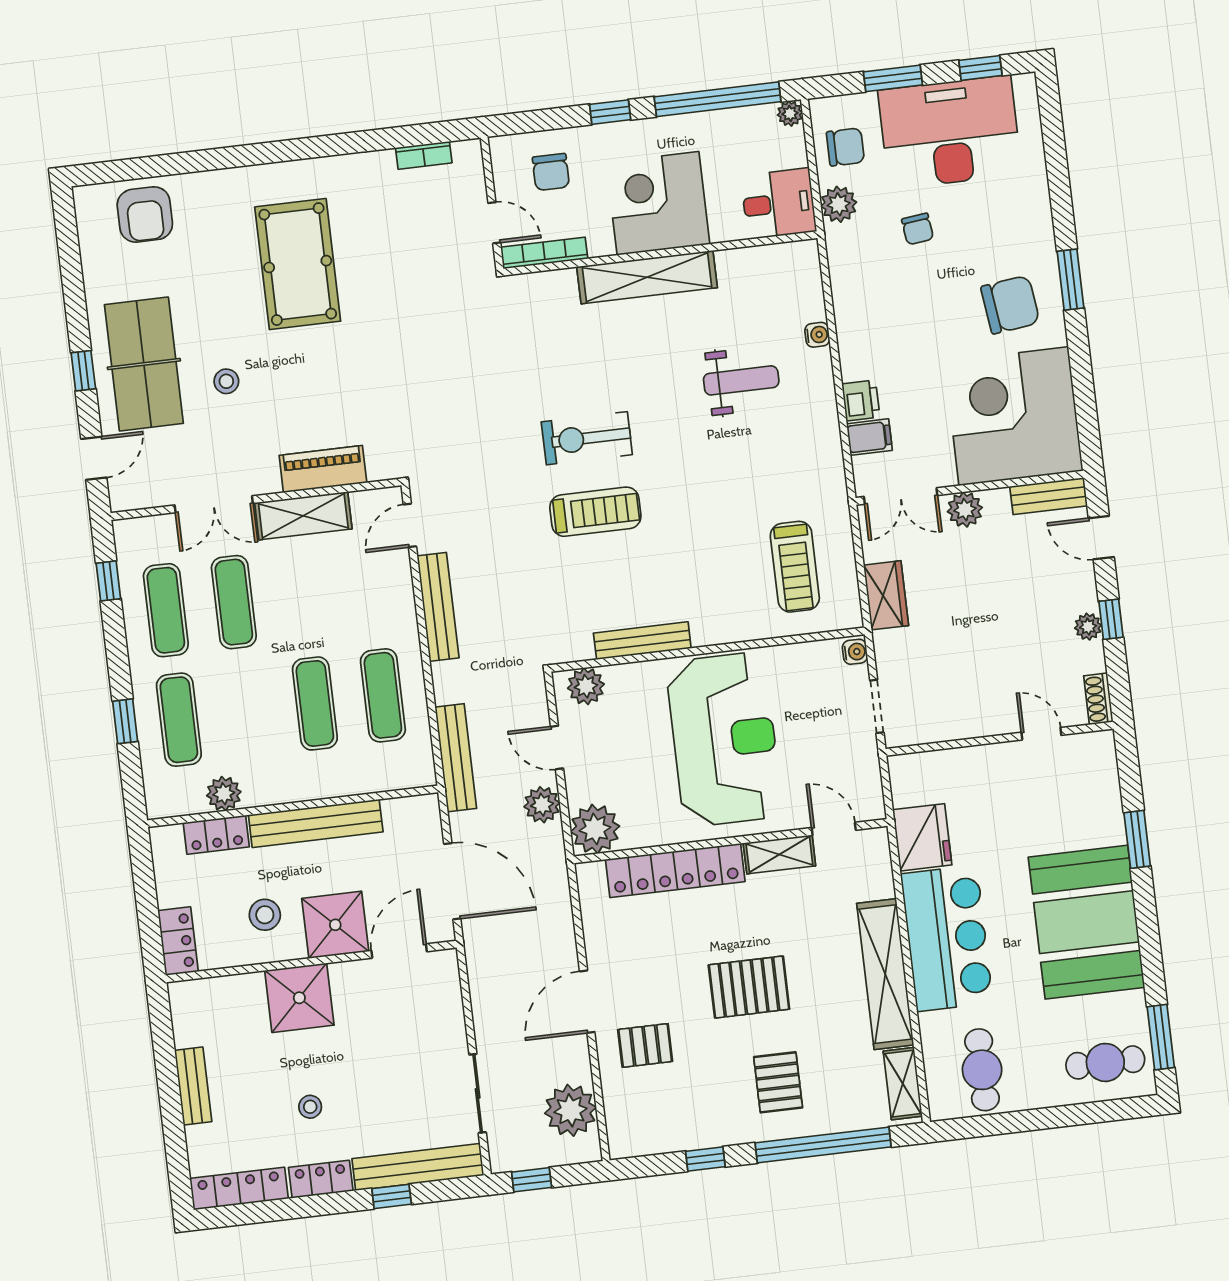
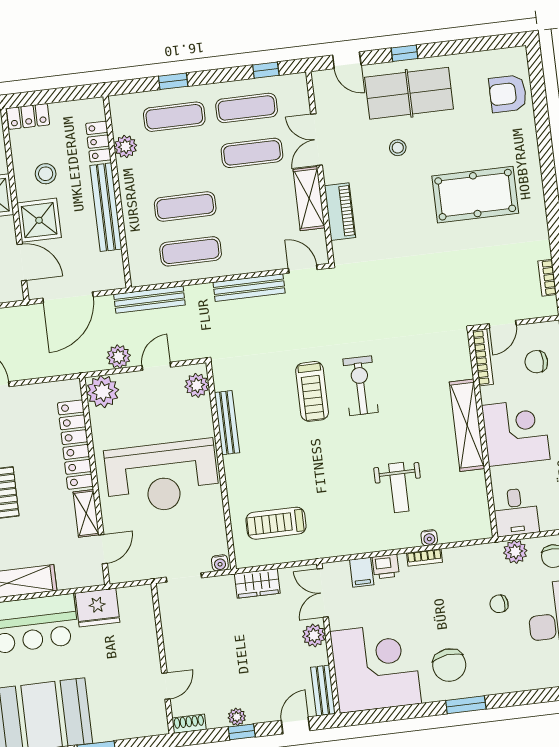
bookcase: (847, 342) -> (425, 558), added

